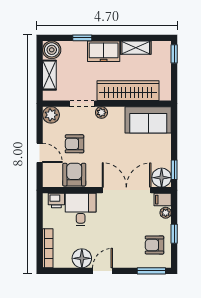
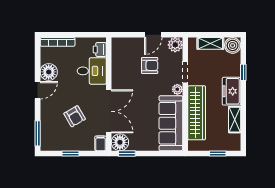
window: (174, 54) -> (218, 153), moved
sofa: (148, 120) -> (171, 123), width x1.36
armchair: (74, 144) -> (150, 65), turned 90
door: (40, 153) -> (153, 35), moved
armchair: (74, 175) -> (123, 65), removed
plant: (166, 213) -> (89, 146), removed
armchair: (154, 245) -> (75, 116), moved, turned 150
door: (103, 271) -> (38, 90), hinge flipped

